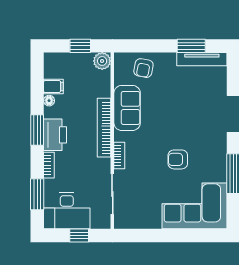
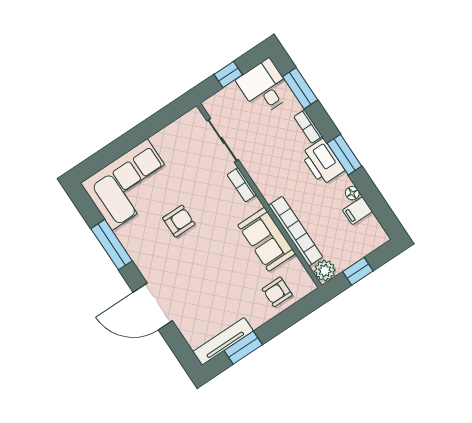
armchair: (143, 68) -> (277, 292), turned -101
bookcase: (104, 128) -> (296, 231), moved
desk: (67, 211) -> (265, 87), width x0.73

